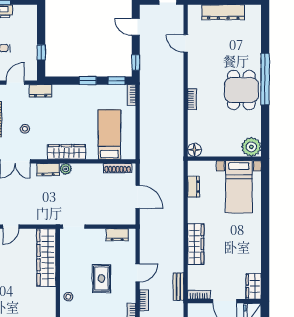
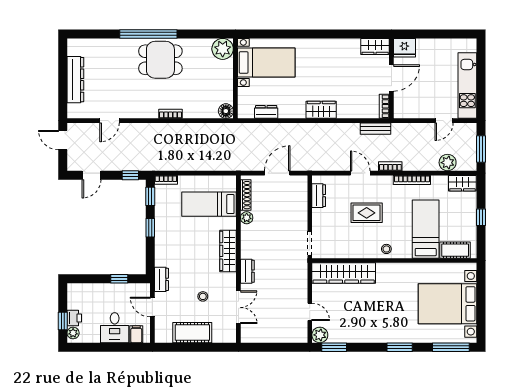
plant: (66, 169) -> (247, 218), moved
wardrobe: (196, 244) -> (321, 110), width x0.67

